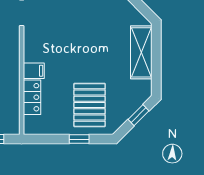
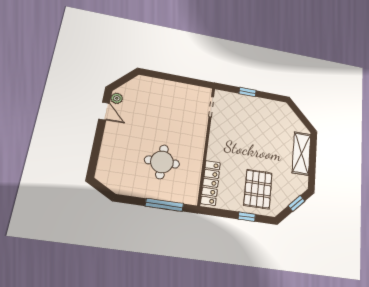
filing cabinet: (34, 71) -> (216, 154), removed
locker: (32, 97) -> (211, 183), width x1.53

